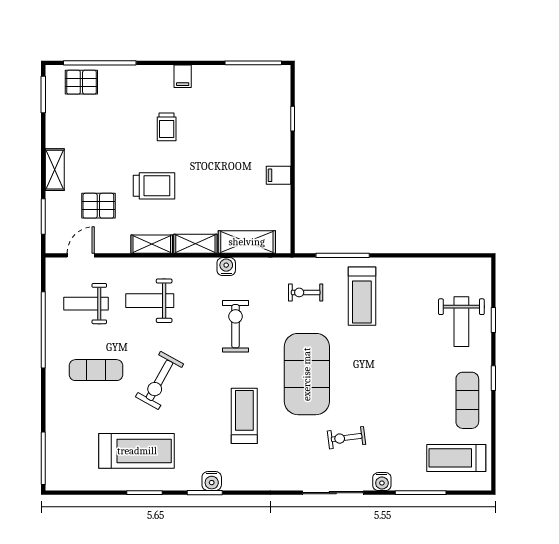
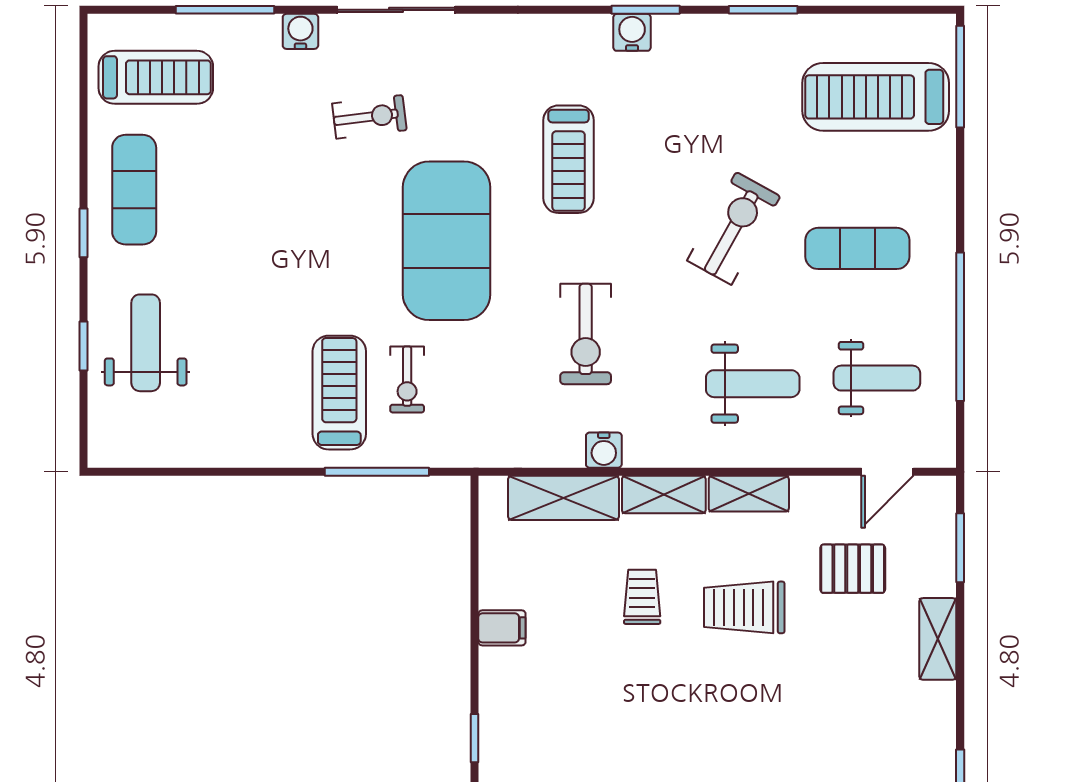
trolley: (167, 127) -> (642, 597), moved
exercise bike: (306, 292) -> (407, 379), moved, turned 90
treadmill: (137, 451) -> (876, 97), moved

